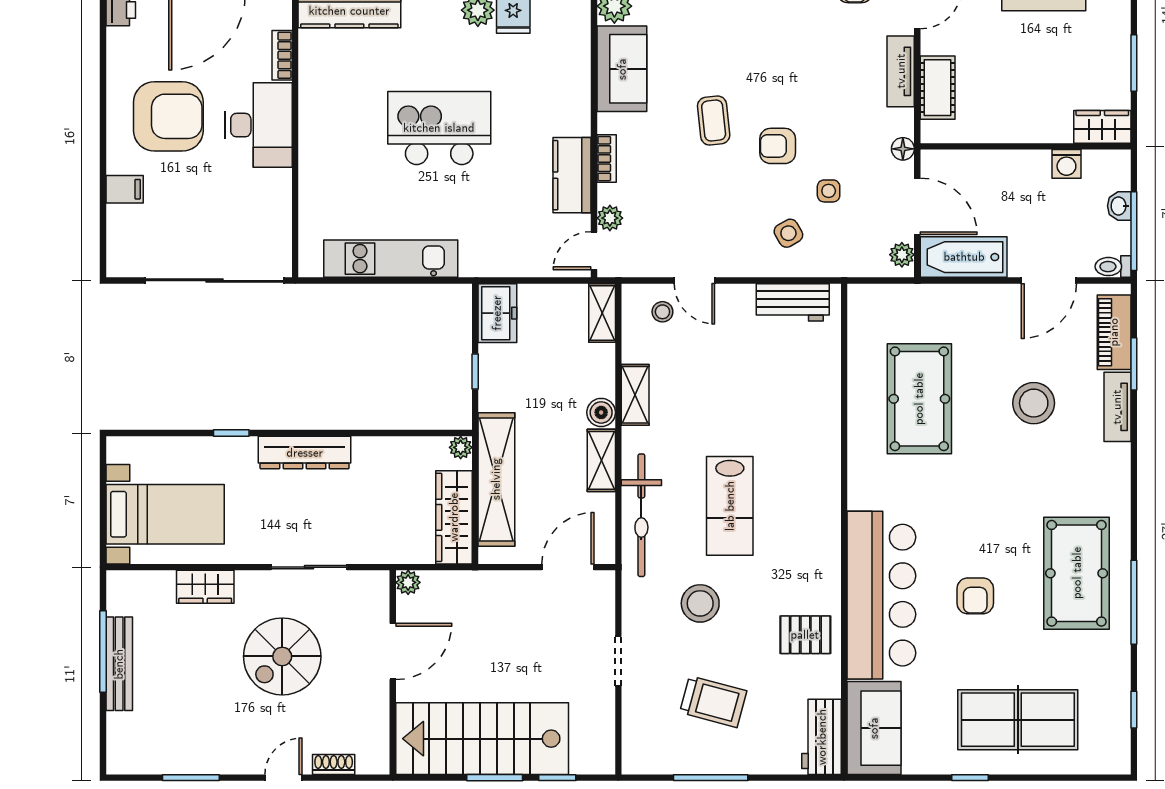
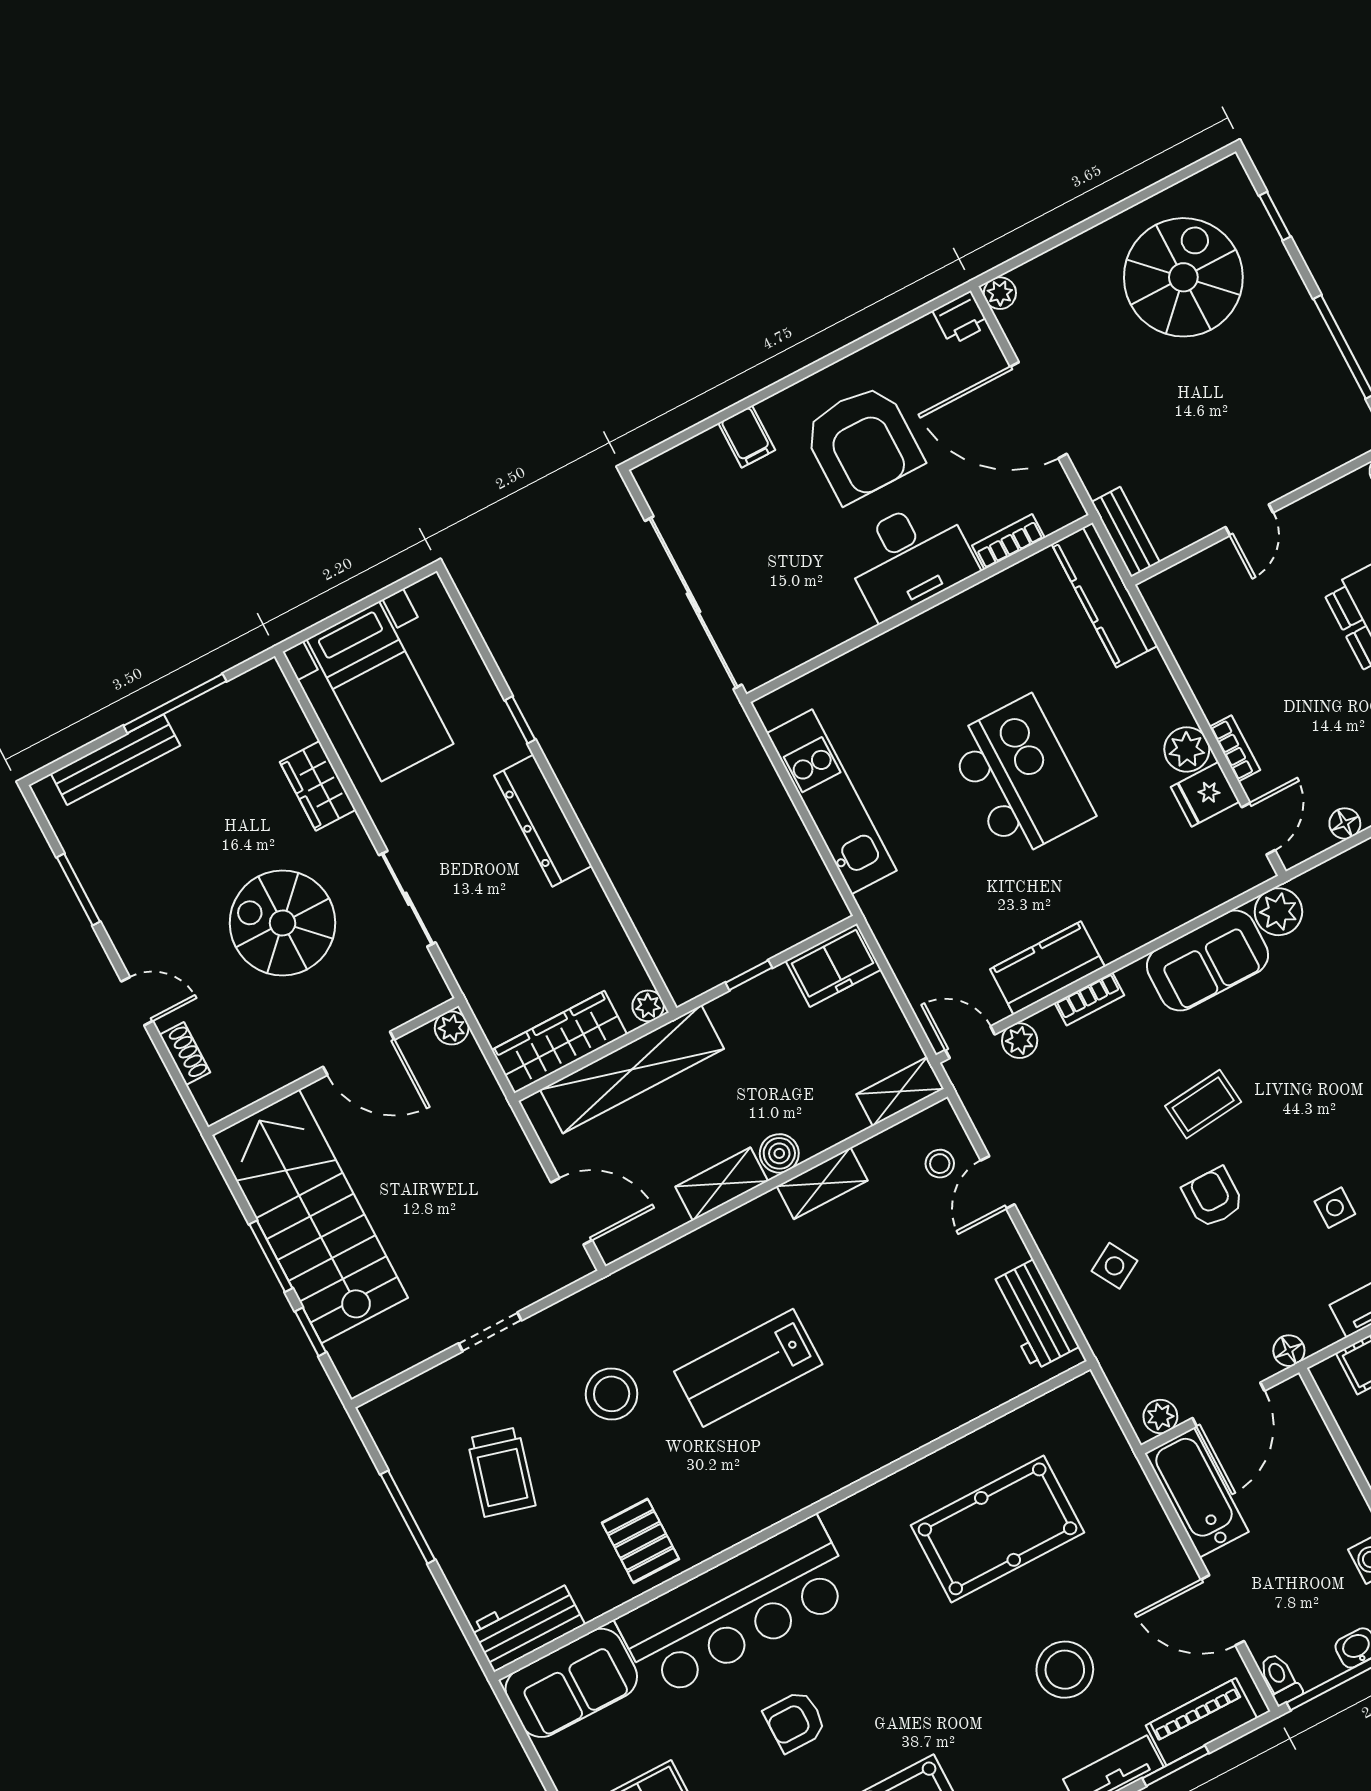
side table: (829, 191) -> (1335, 1208), moved
bicycle: (641, 515) -> (681, 1267), removed
bench: (119, 664) -> (115, 760), moved

